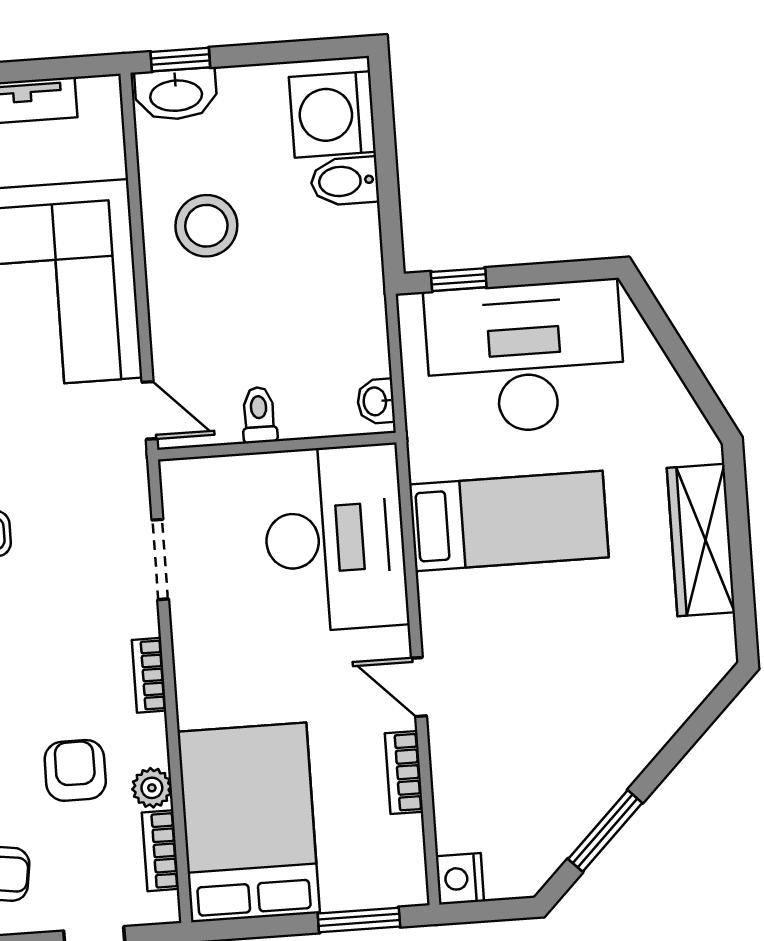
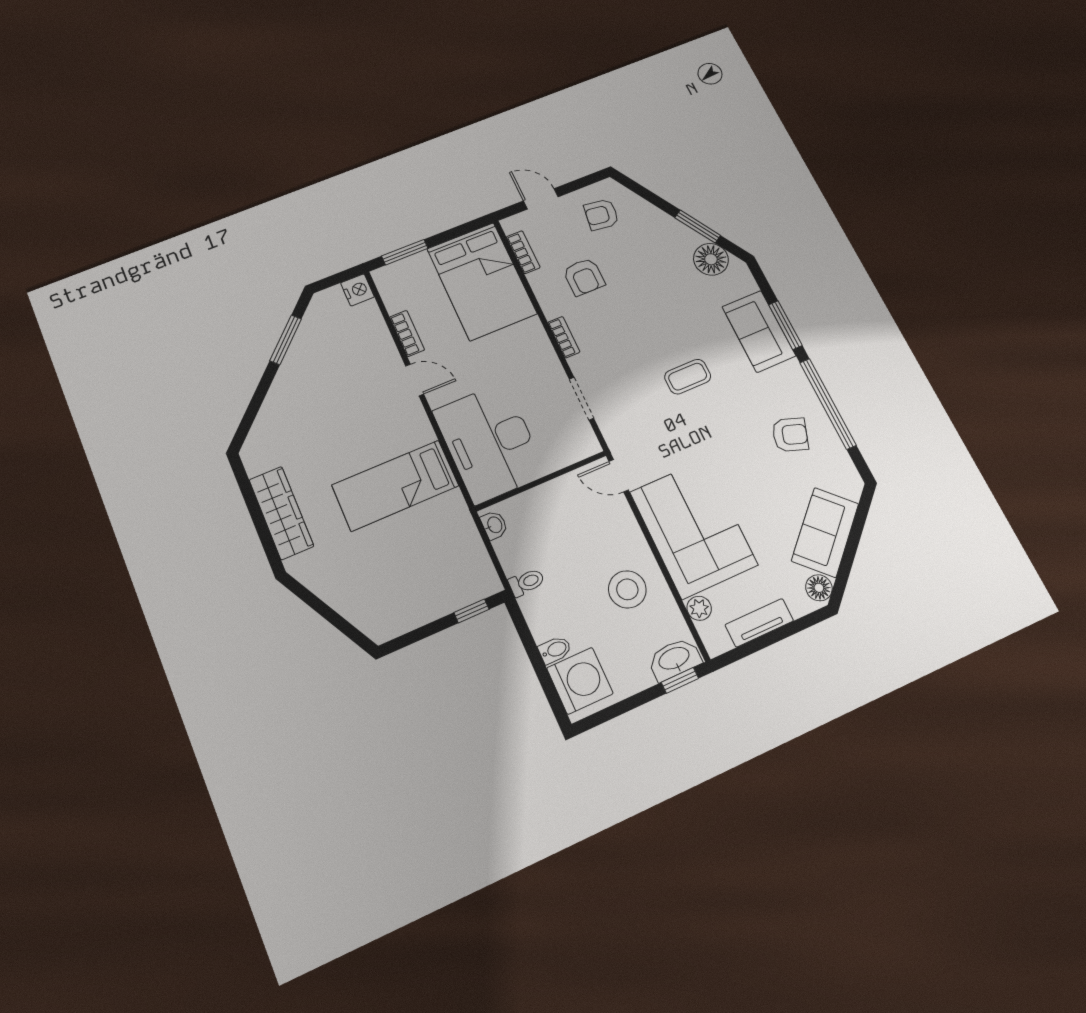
bidet: (345, 181) -> (555, 650), width x0.72, depth x0.74
desk: (525, 357) -> (417, 580), removed
toilet: (259, 415) -> (527, 582), moved, turned -90
plant: (152, 788) -> (699, 608), moved

